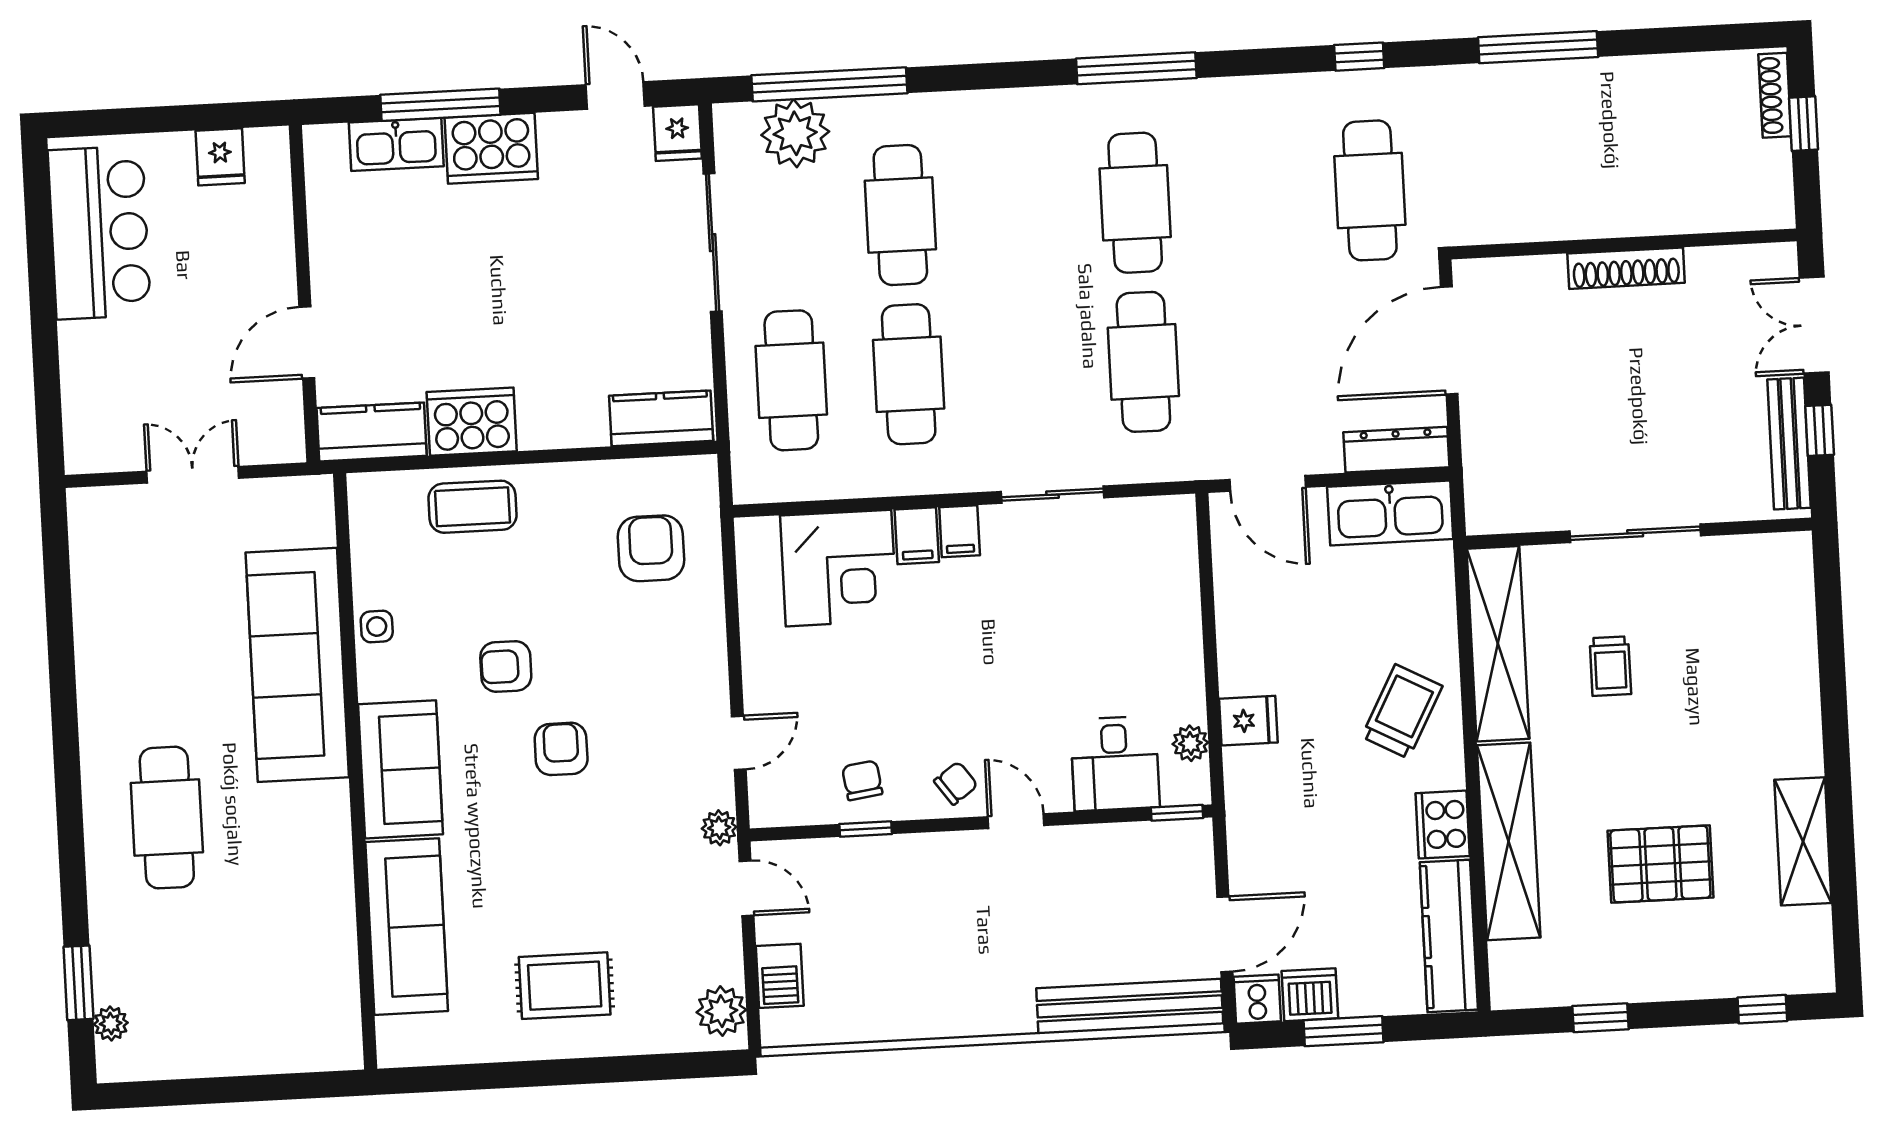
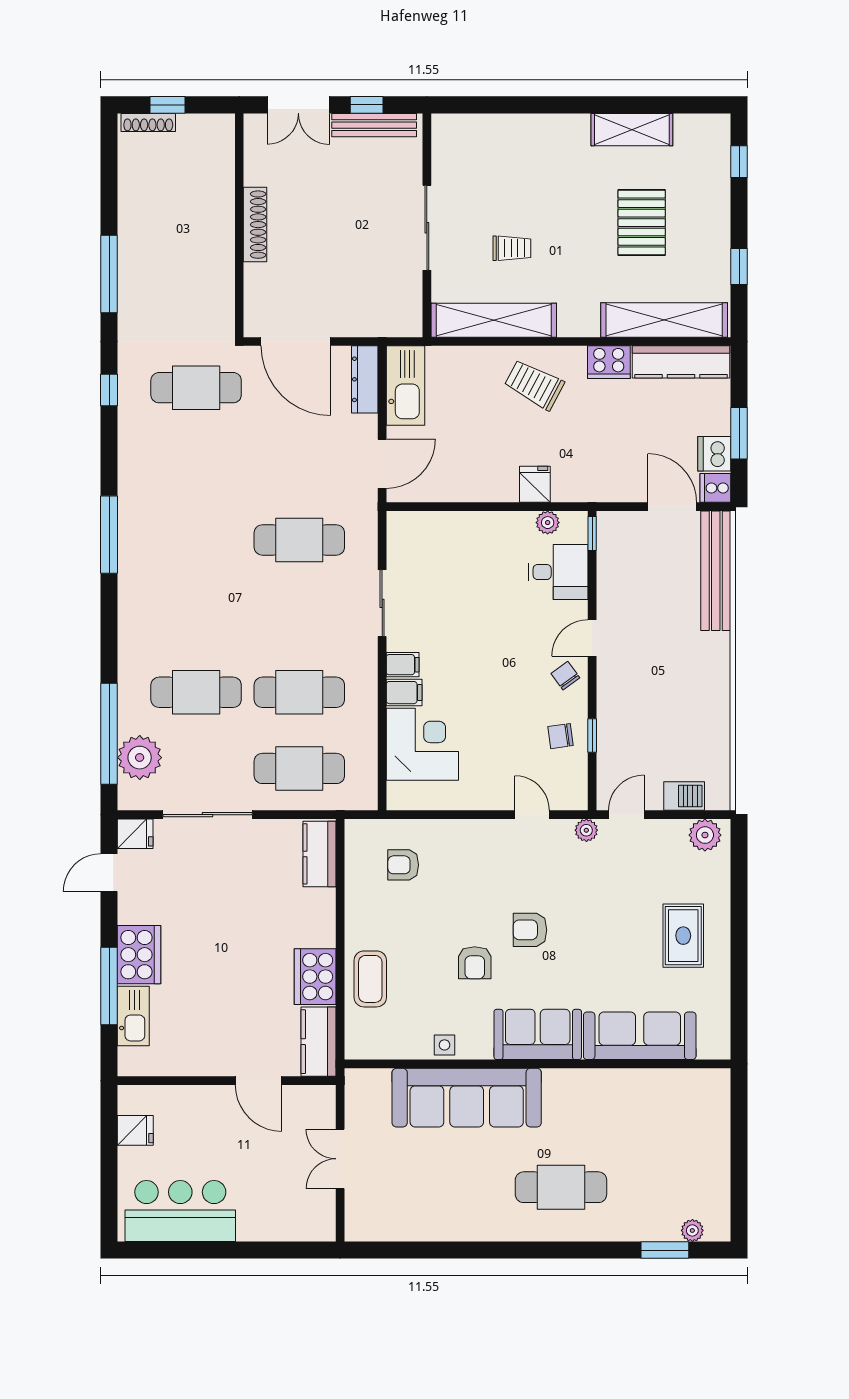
cafe table: (1135, 203) -> (196, 540), removed
armchair: (651, 548) -> (403, 865), width x0.72, depth x0.72
shelving: (1509, 841) -> (664, 320), moved

